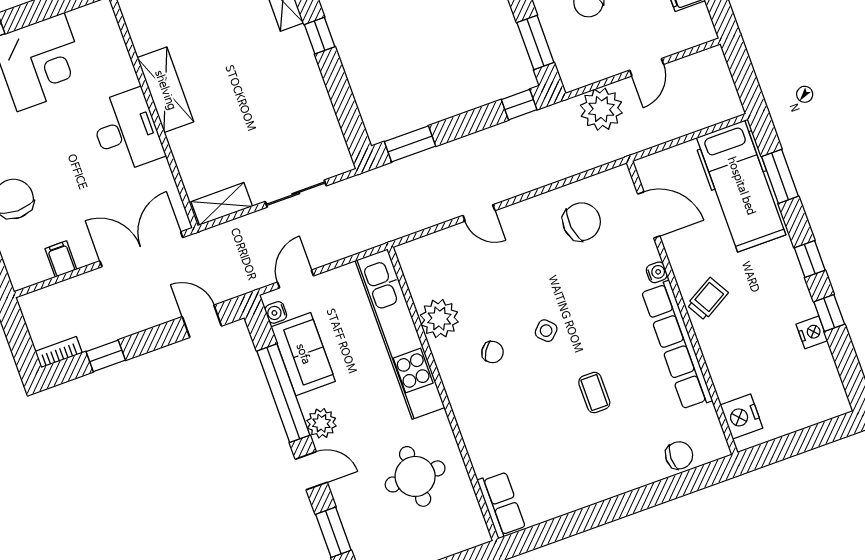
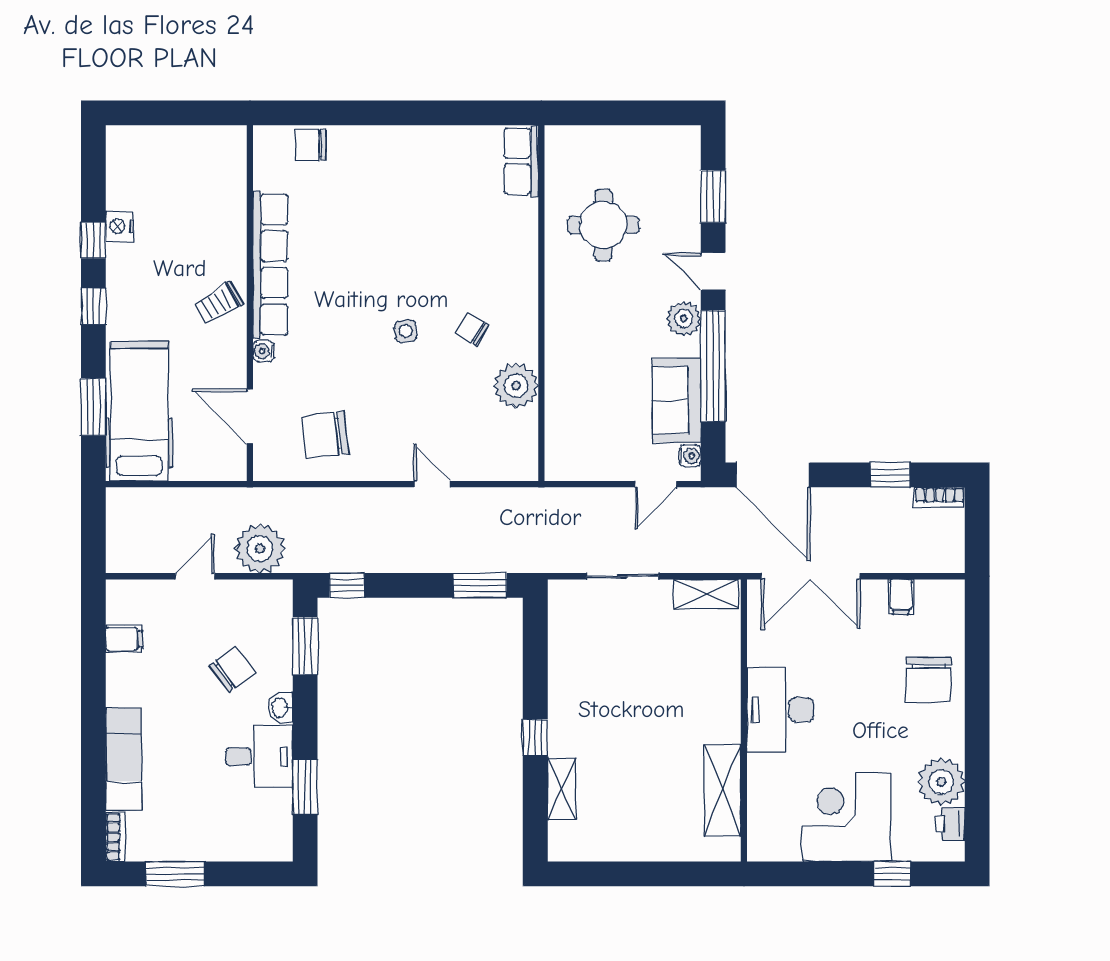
shelving: (165, 90) -> (723, 790), moved
door: (202, 321) -> (773, 475), width x1.87
side table: (546, 331) -> (406, 331), turned 38
kitchen unit: (400, 334) -> (564, 384), removed
coffee table: (594, 393) -> (378, 246), removed
nightstand: (742, 417) -> (228, 163), removed

